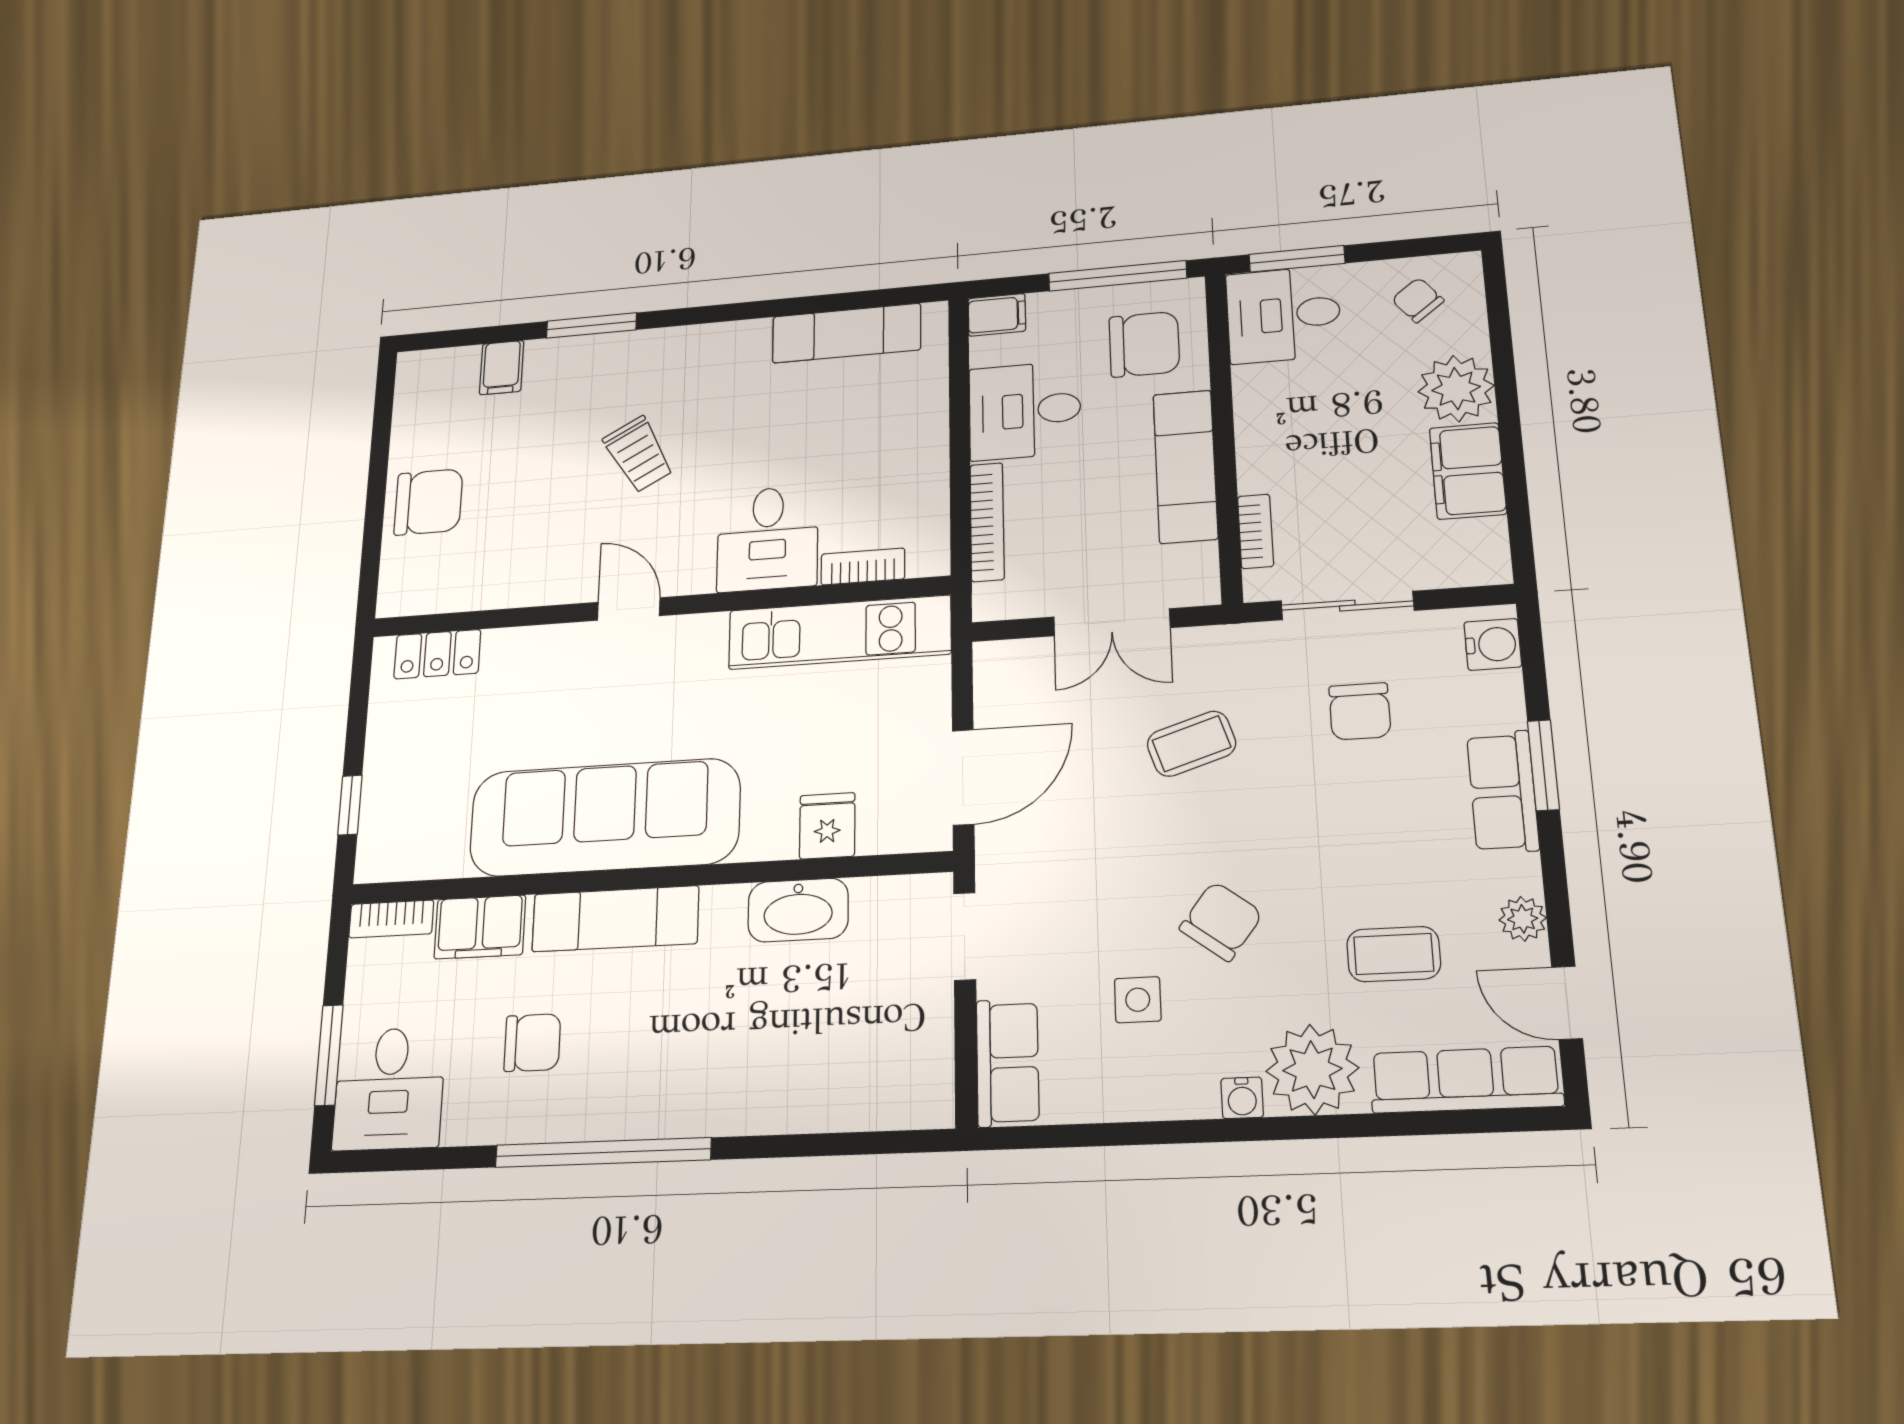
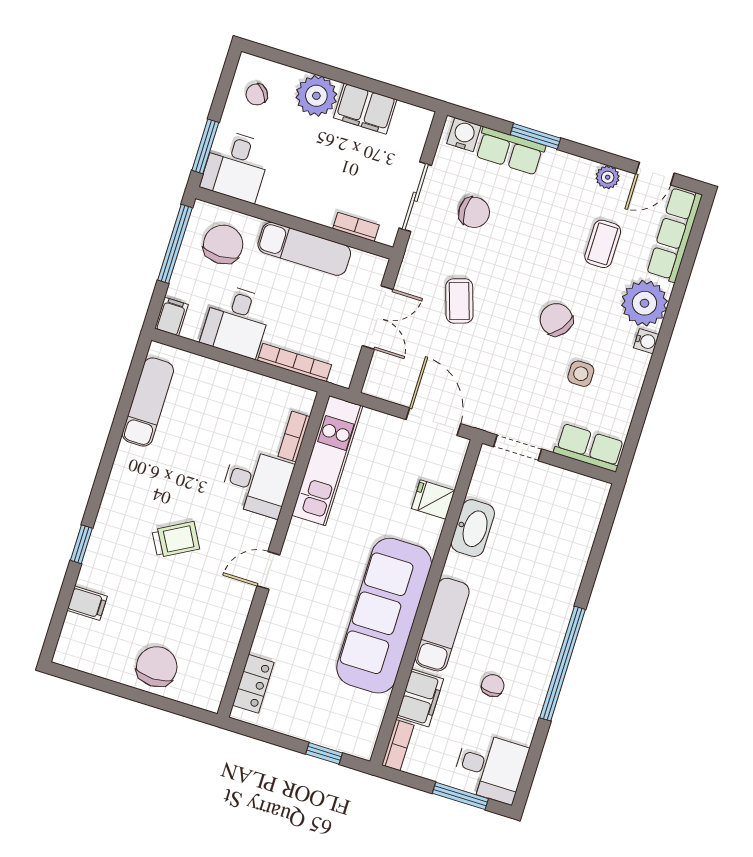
window: (591, 325) -> (81, 544), width x0.67
row of seats: (1503, 792) -> (510, 151), moved
chair: (532, 1043) -> (493, 686), width x0.73, depth x0.73

